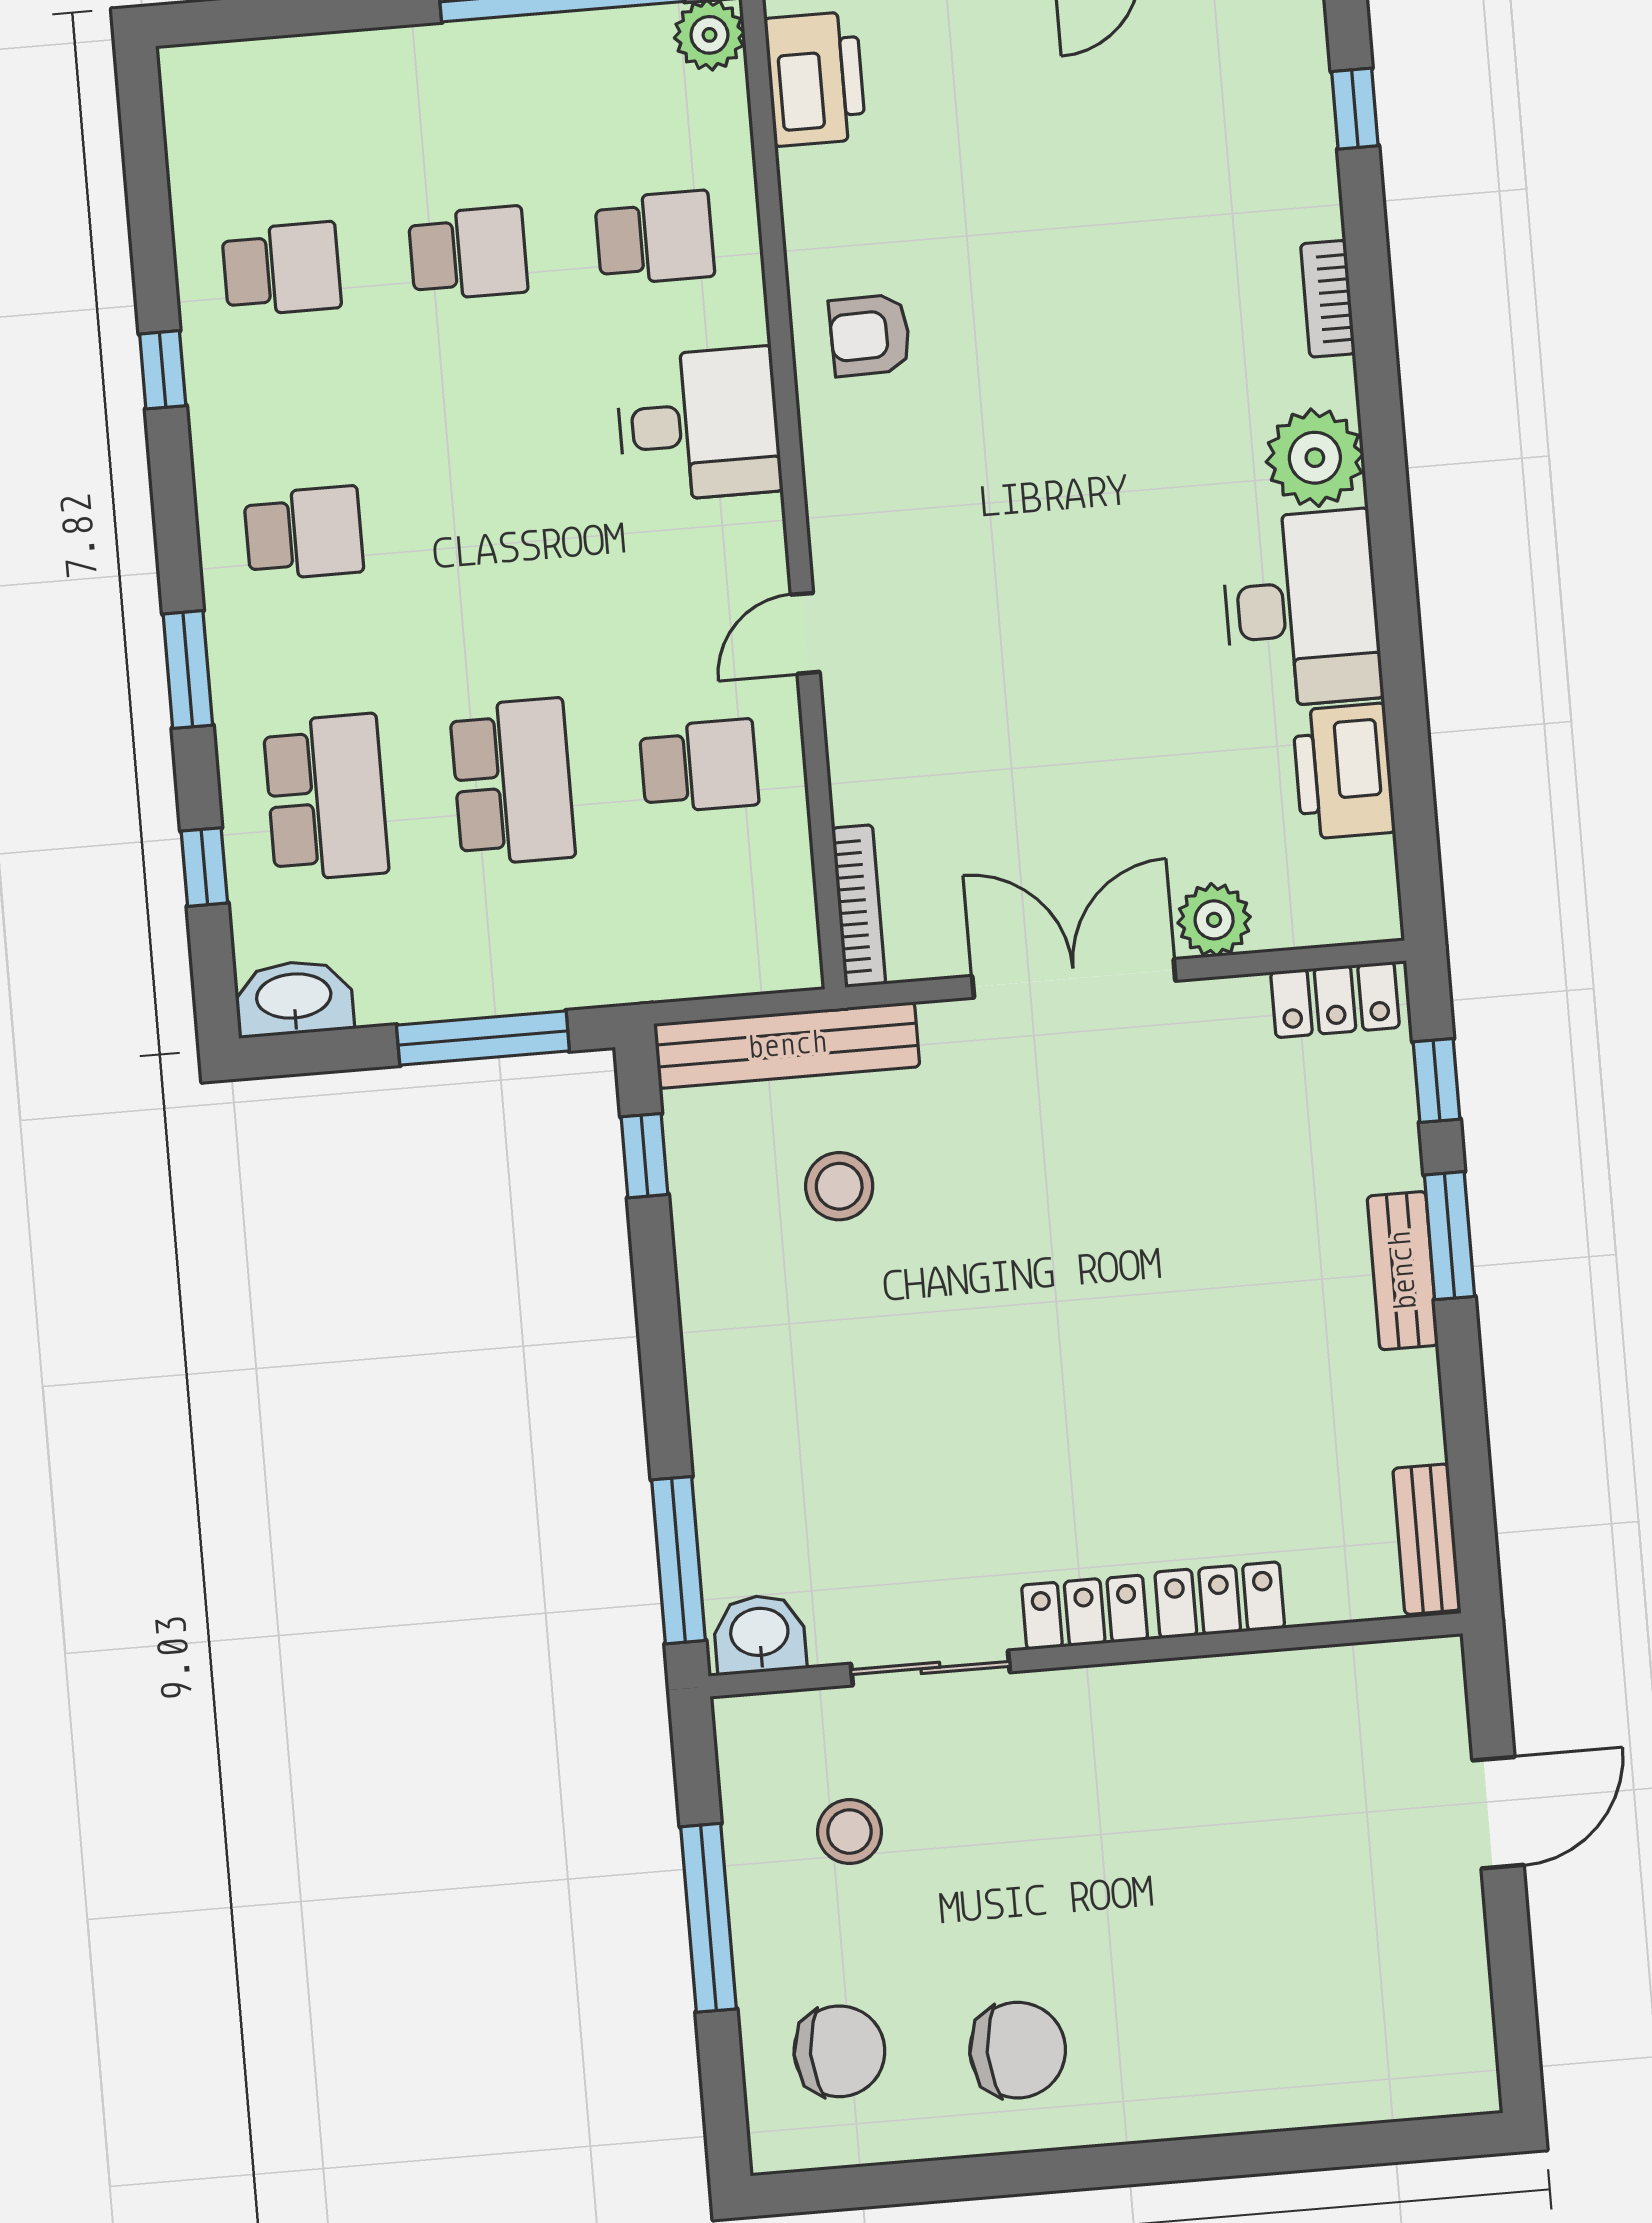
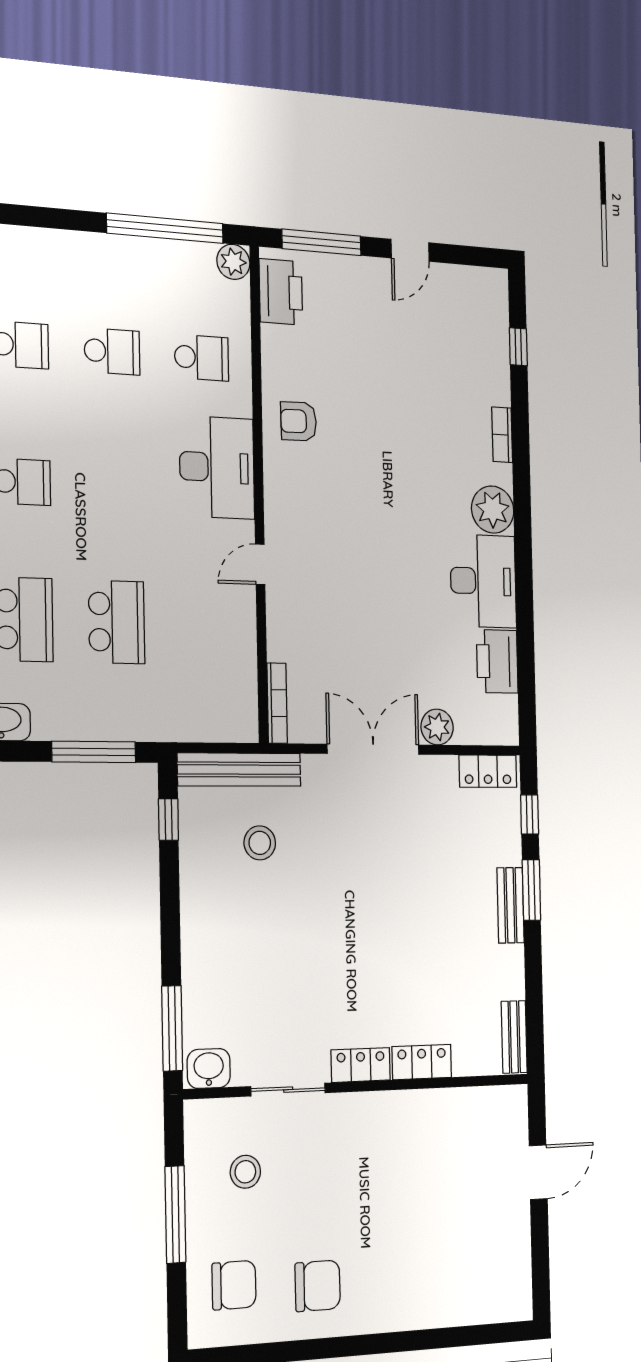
desk: (699, 425) -> (217, 467), width x1.37
school desk: (699, 766) -> (207, 625), removed

